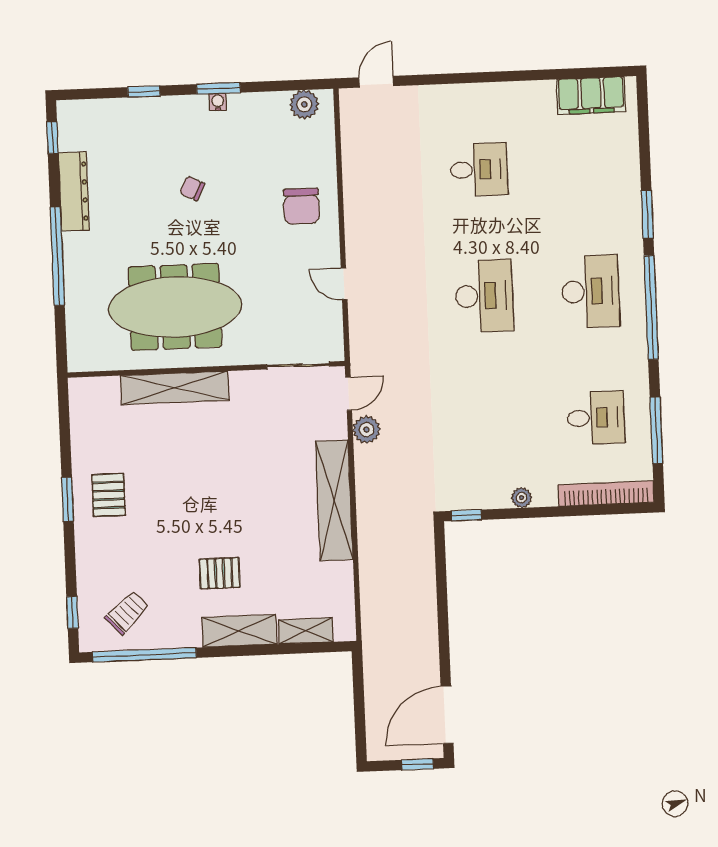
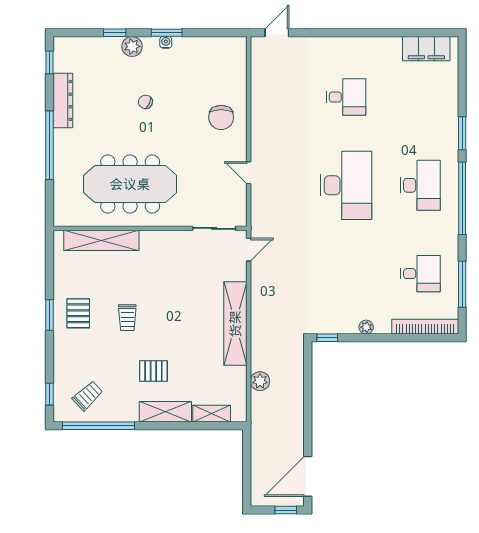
plant: (304, 104) -> (132, 46), moved
desk: (484, 296) -> (346, 185), width x1.36, depth x1.30
shelving: (175, 388) -> (101, 240), moved
plant: (367, 430) -> (260, 381), moved
trolley: (179, 498) -> (127, 318), added

